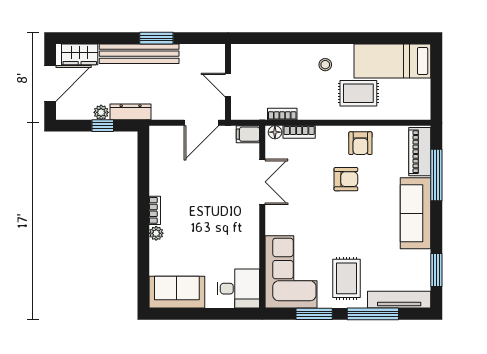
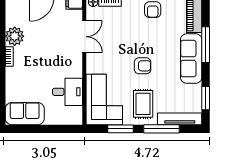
window: (436, 175) -> (206, 45), moved
armchair: (346, 179) -> (143, 66), moved
plant: (156, 233) -> (15, 36), moved, width x1.88, depth x1.88
desk: (238, 289) -> (67, 92), moved

